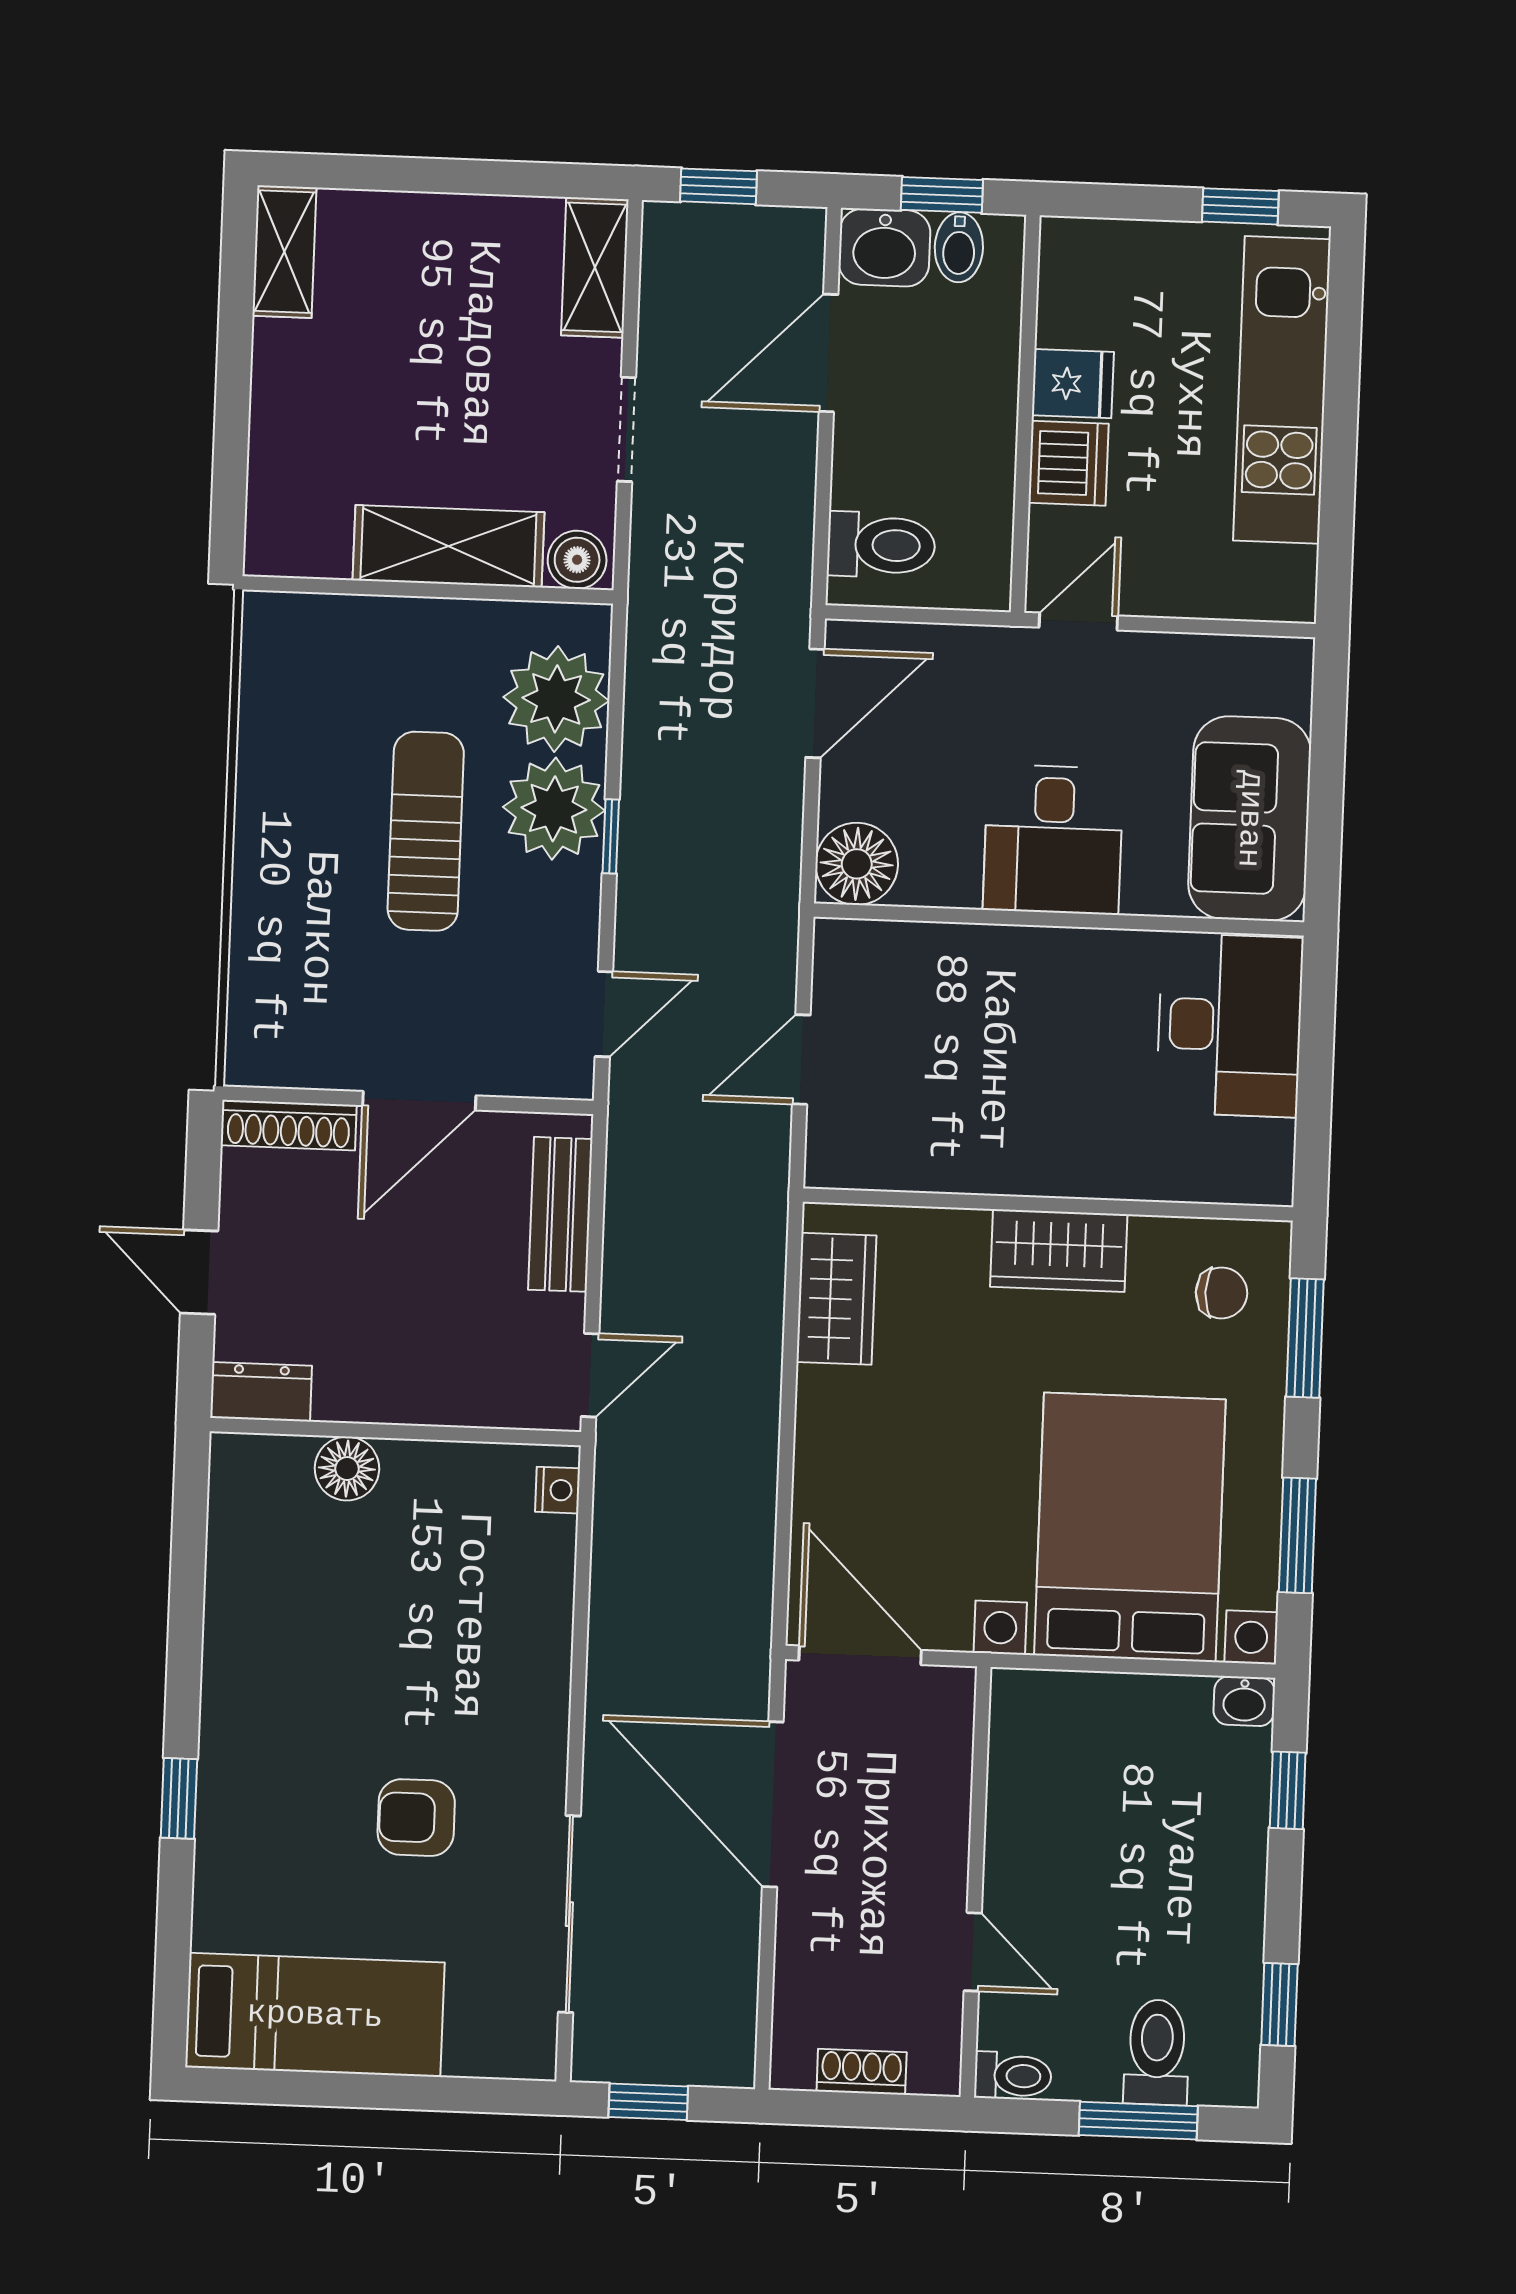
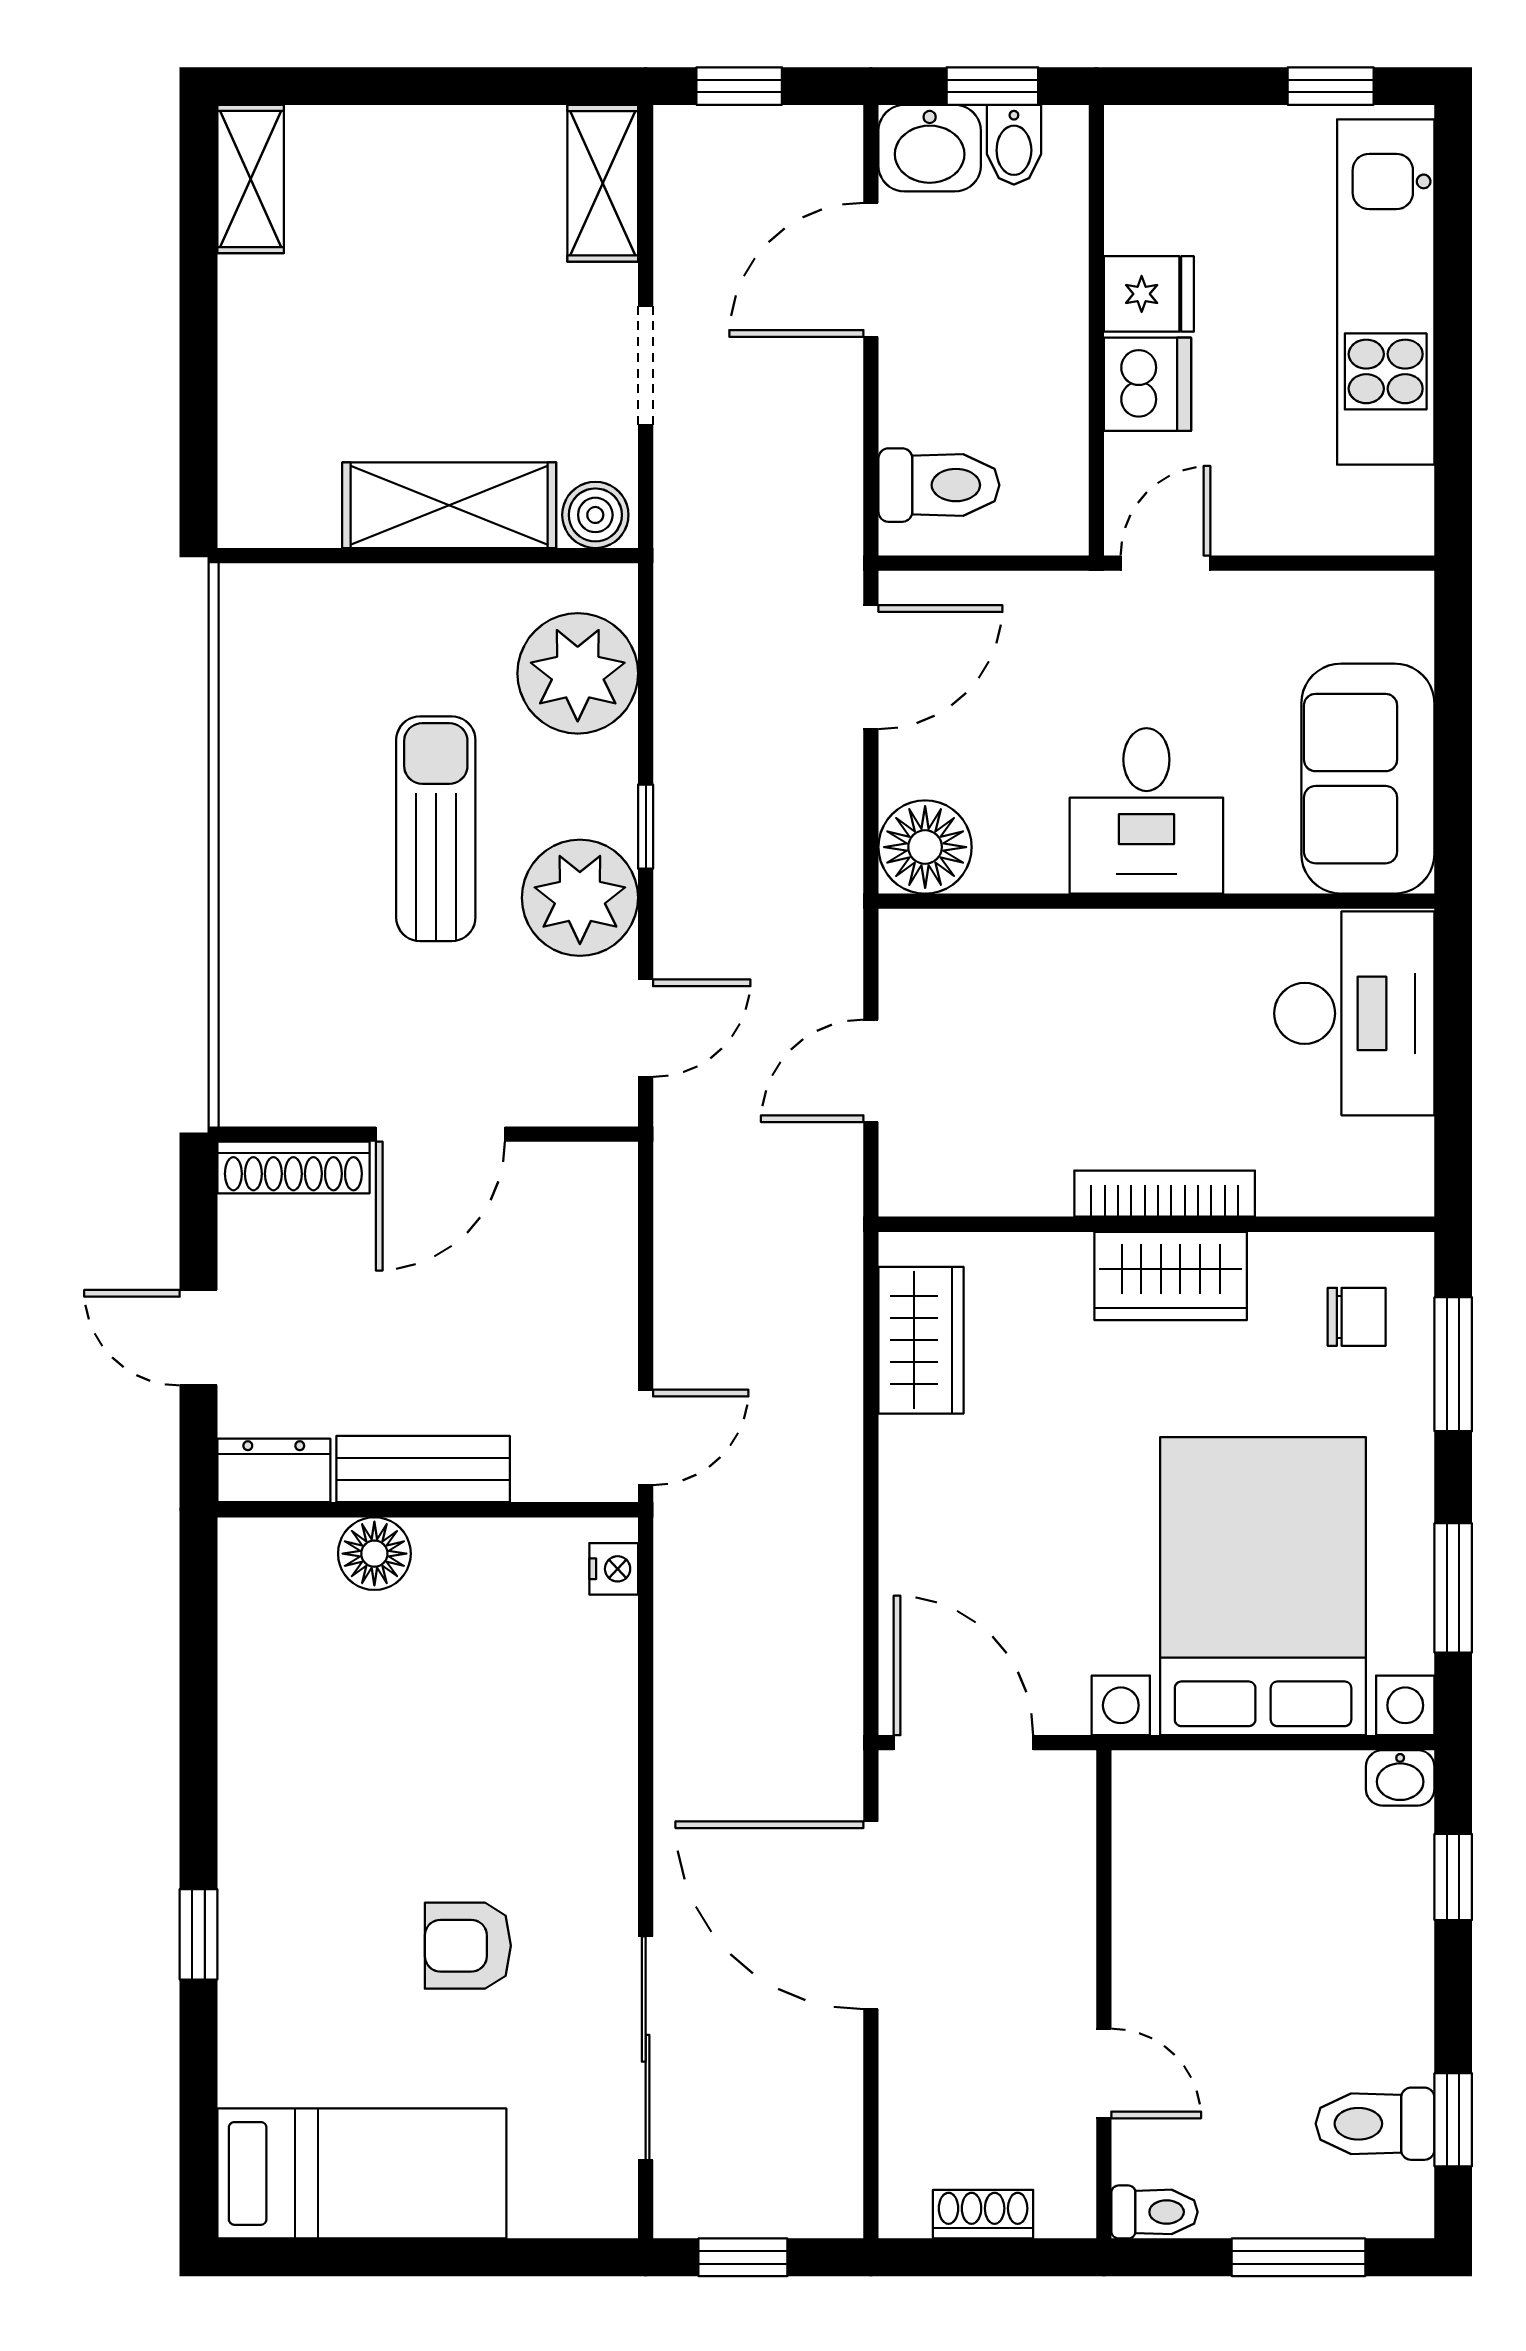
plant: (554, 809) -> (580, 898), moved
bookcase: (1056, 1178) -> (1165, 1194), added
bench: (560, 1214) -> (423, 1469), moved, turned 90
toilet: (1157, 2052) -> (1375, 2124), moved, turned -90

